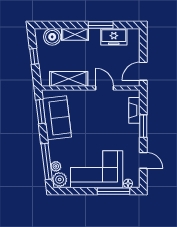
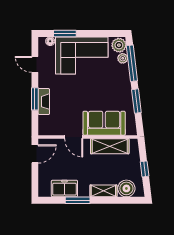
fireplace: (134, 110) -> (44, 102), moved
window: (41, 112) -> (136, 101), moved
sofa: (57, 118) -> (104, 123), moved, turned 97
window: (113, 191) -> (65, 33), width x0.69

